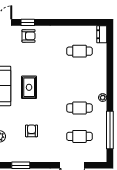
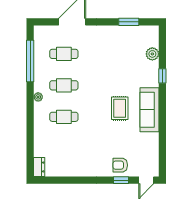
cafe table: (79, 51) -> (64, 117), moved
armchair: (32, 131) -> (117, 60), removed

